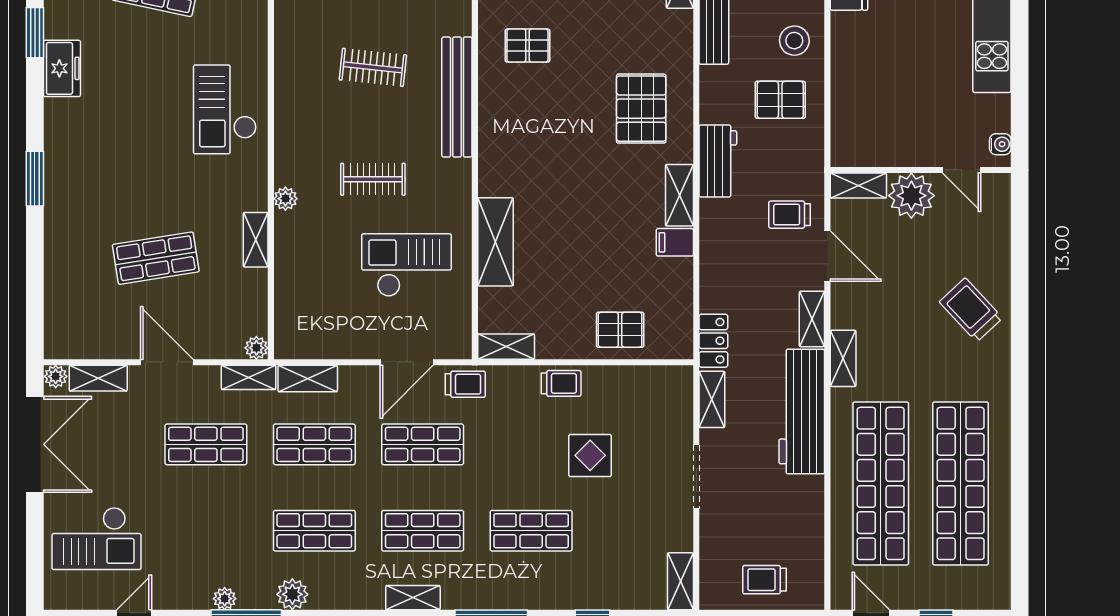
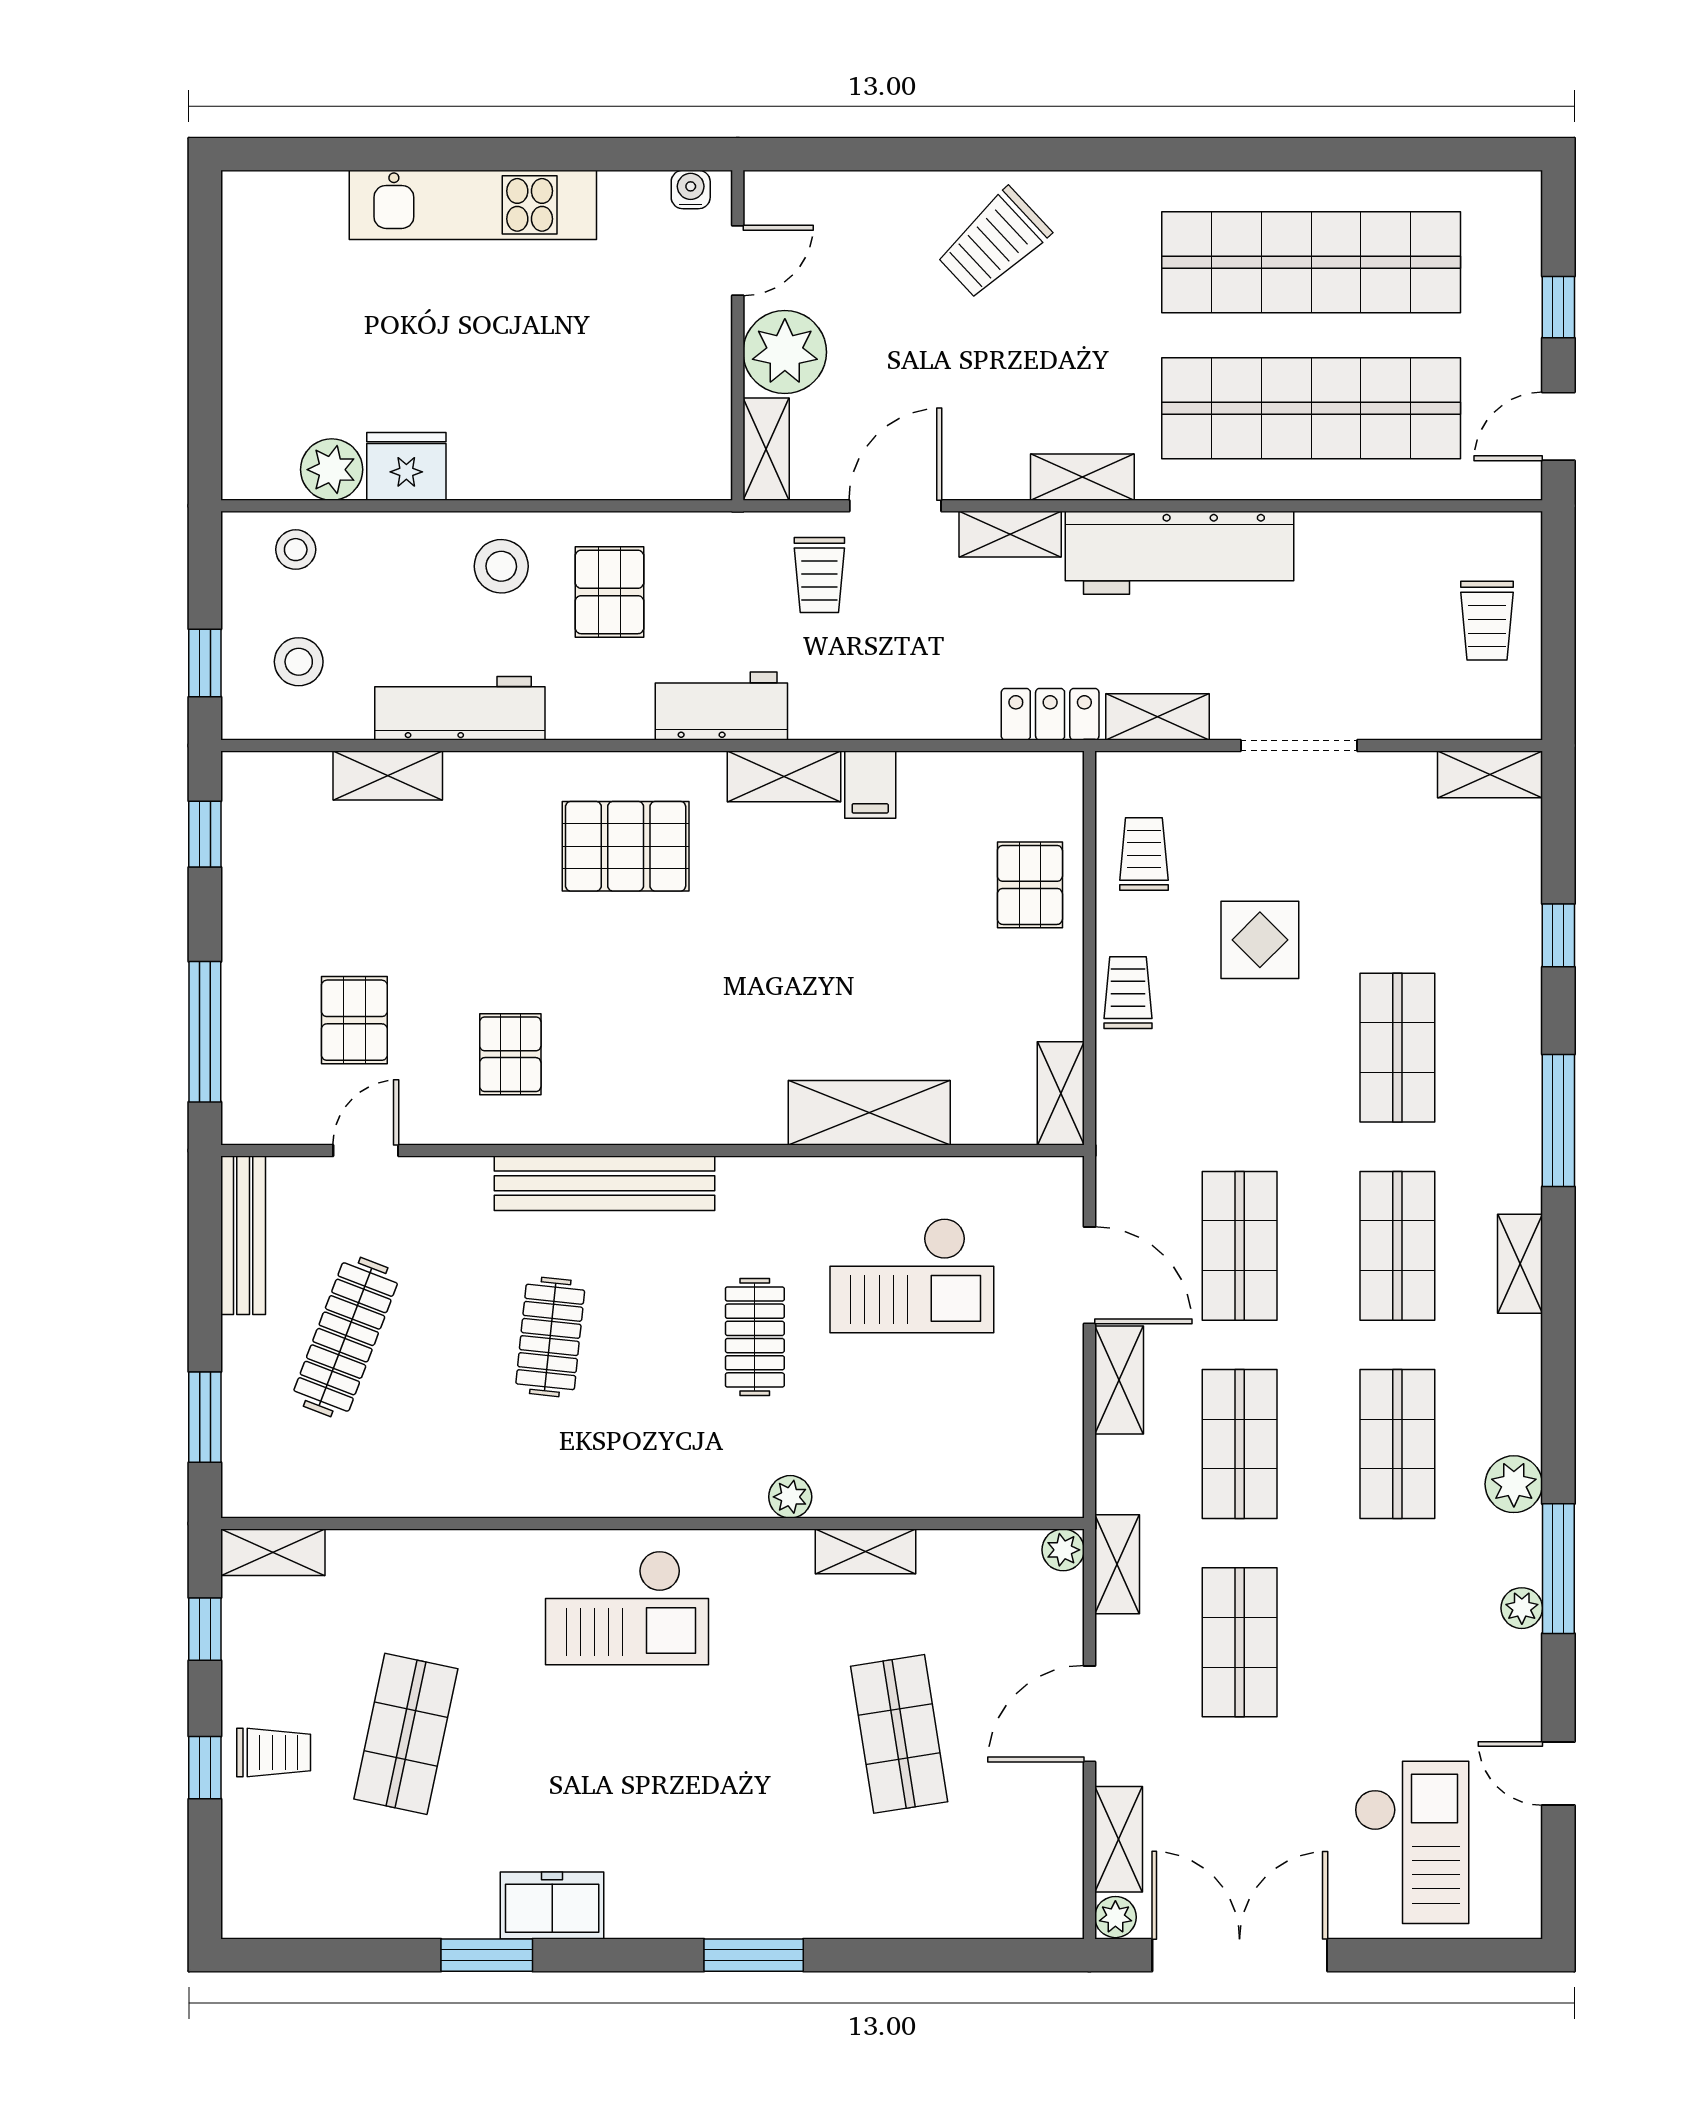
checkout: (407, 265) -> (912, 1275), turned -90
shelving: (308, 378) -> (1119, 1380), moved
trolley: (465, 384) -> (1144, 854), moved

